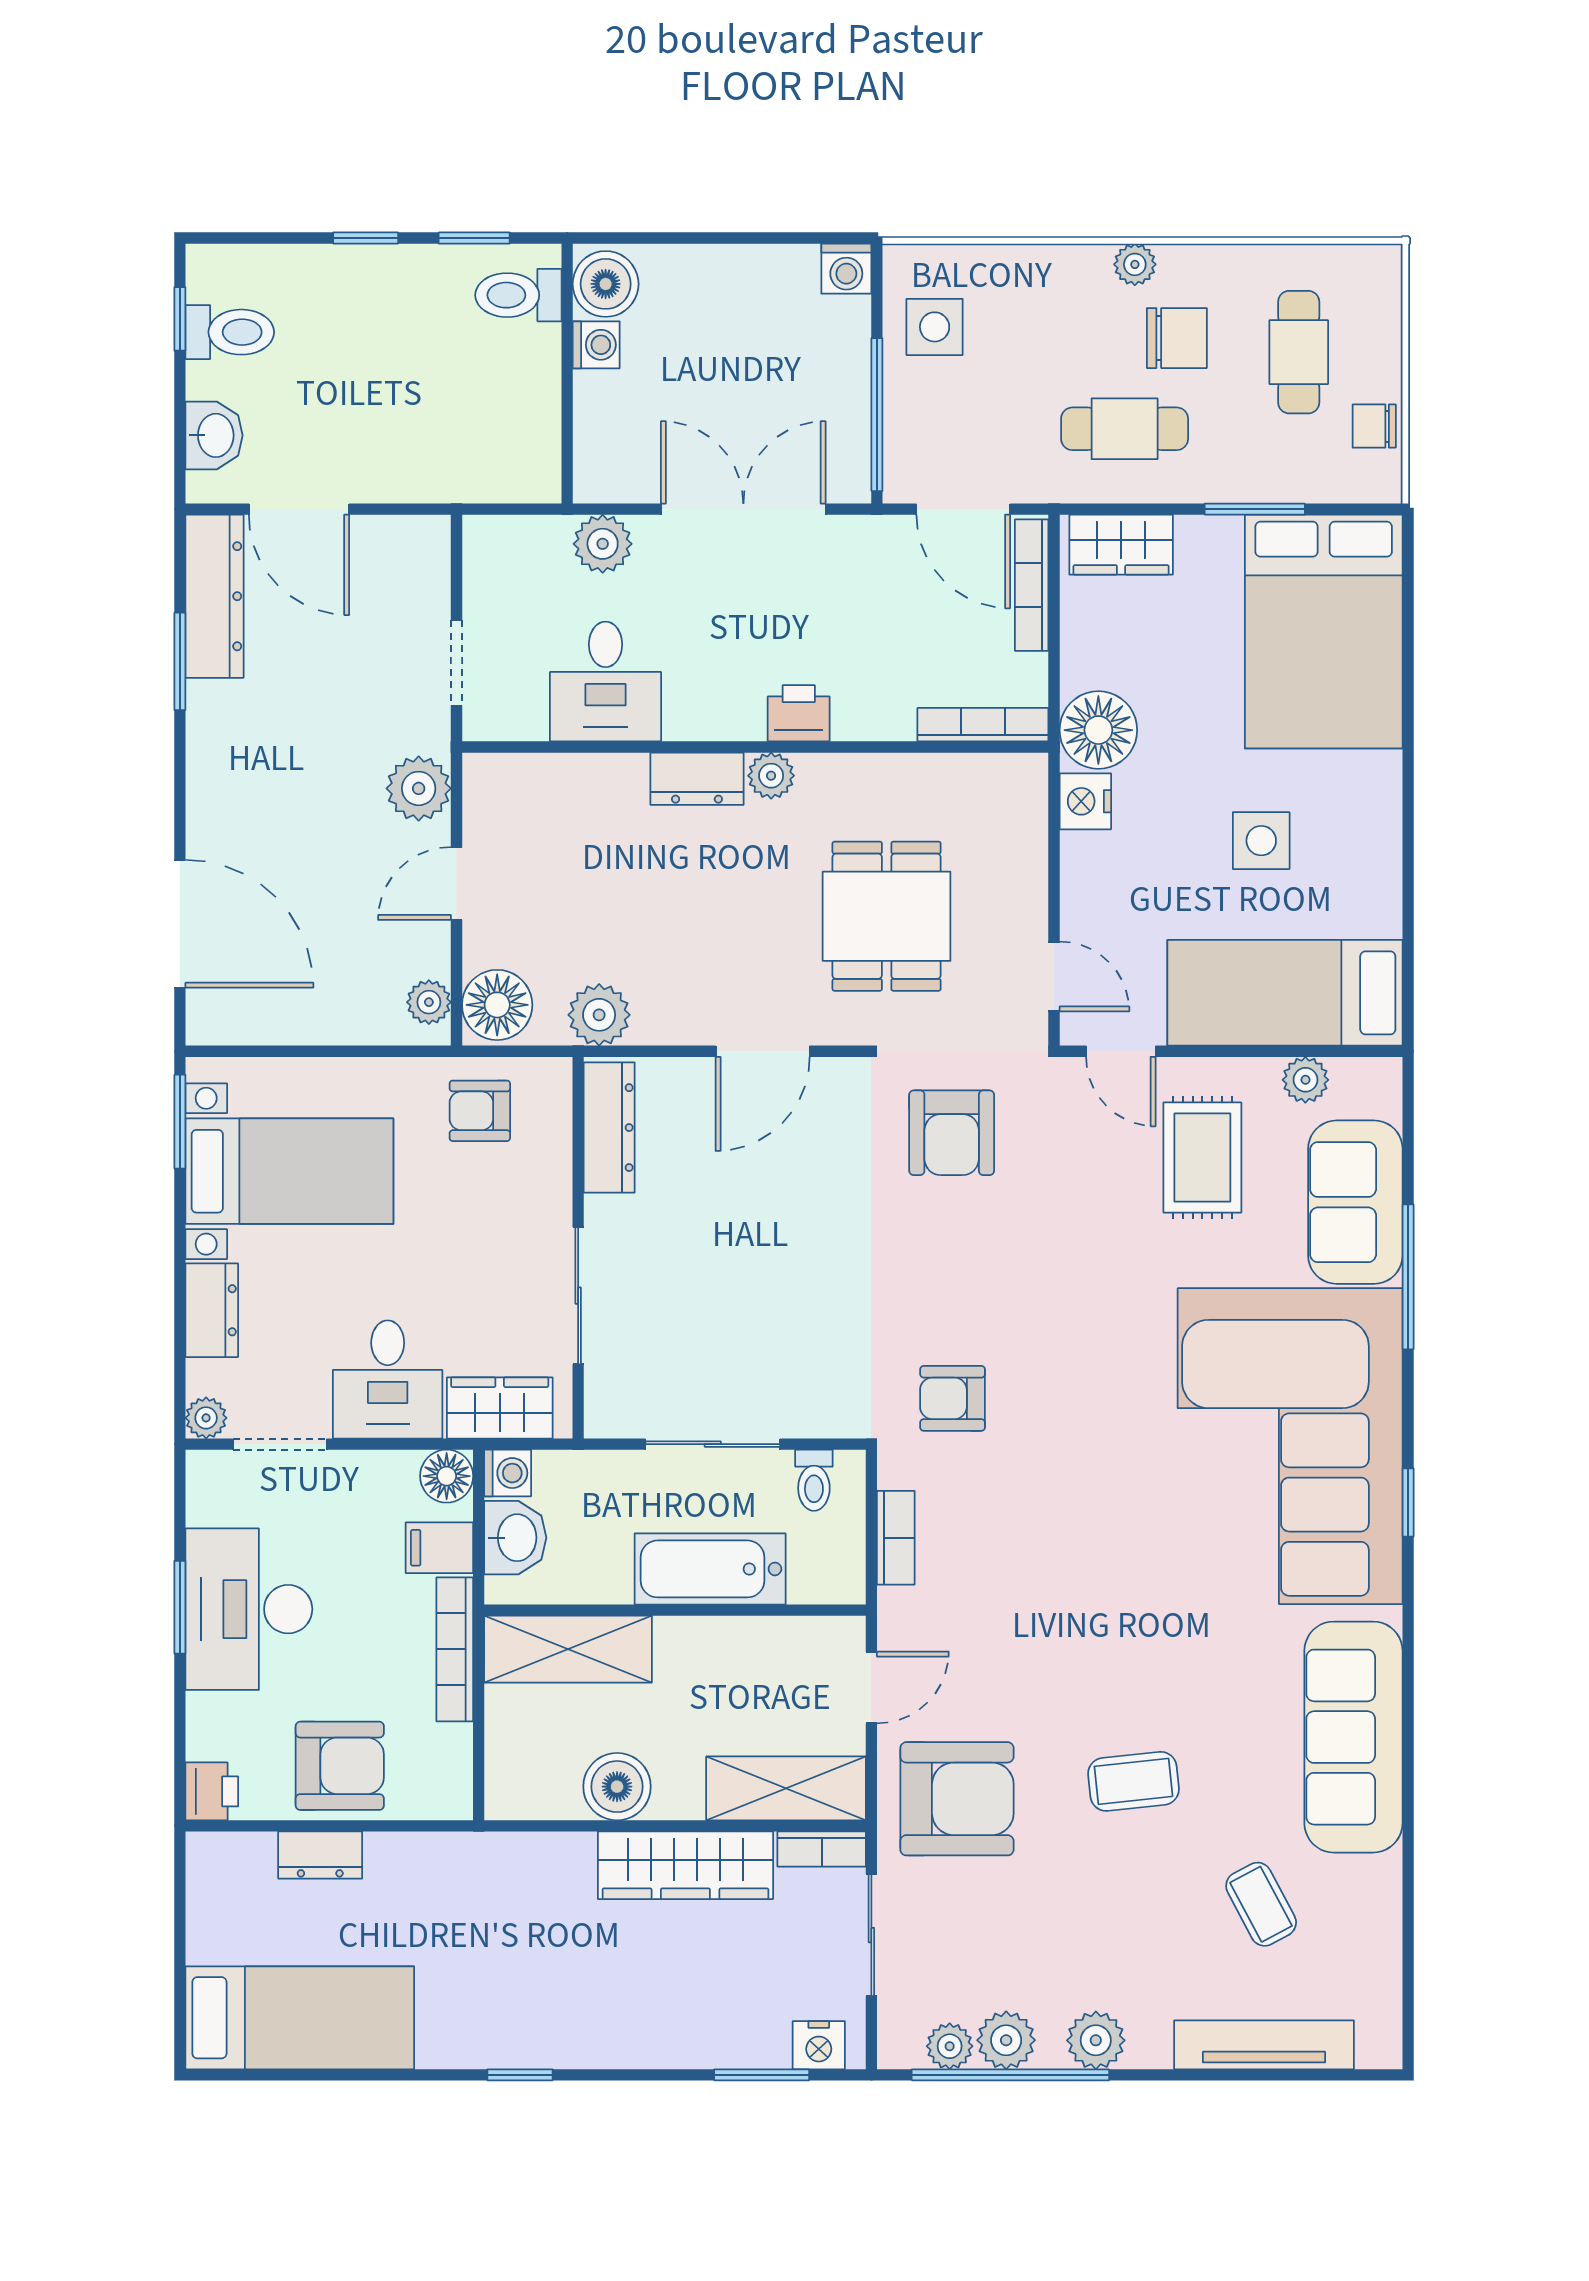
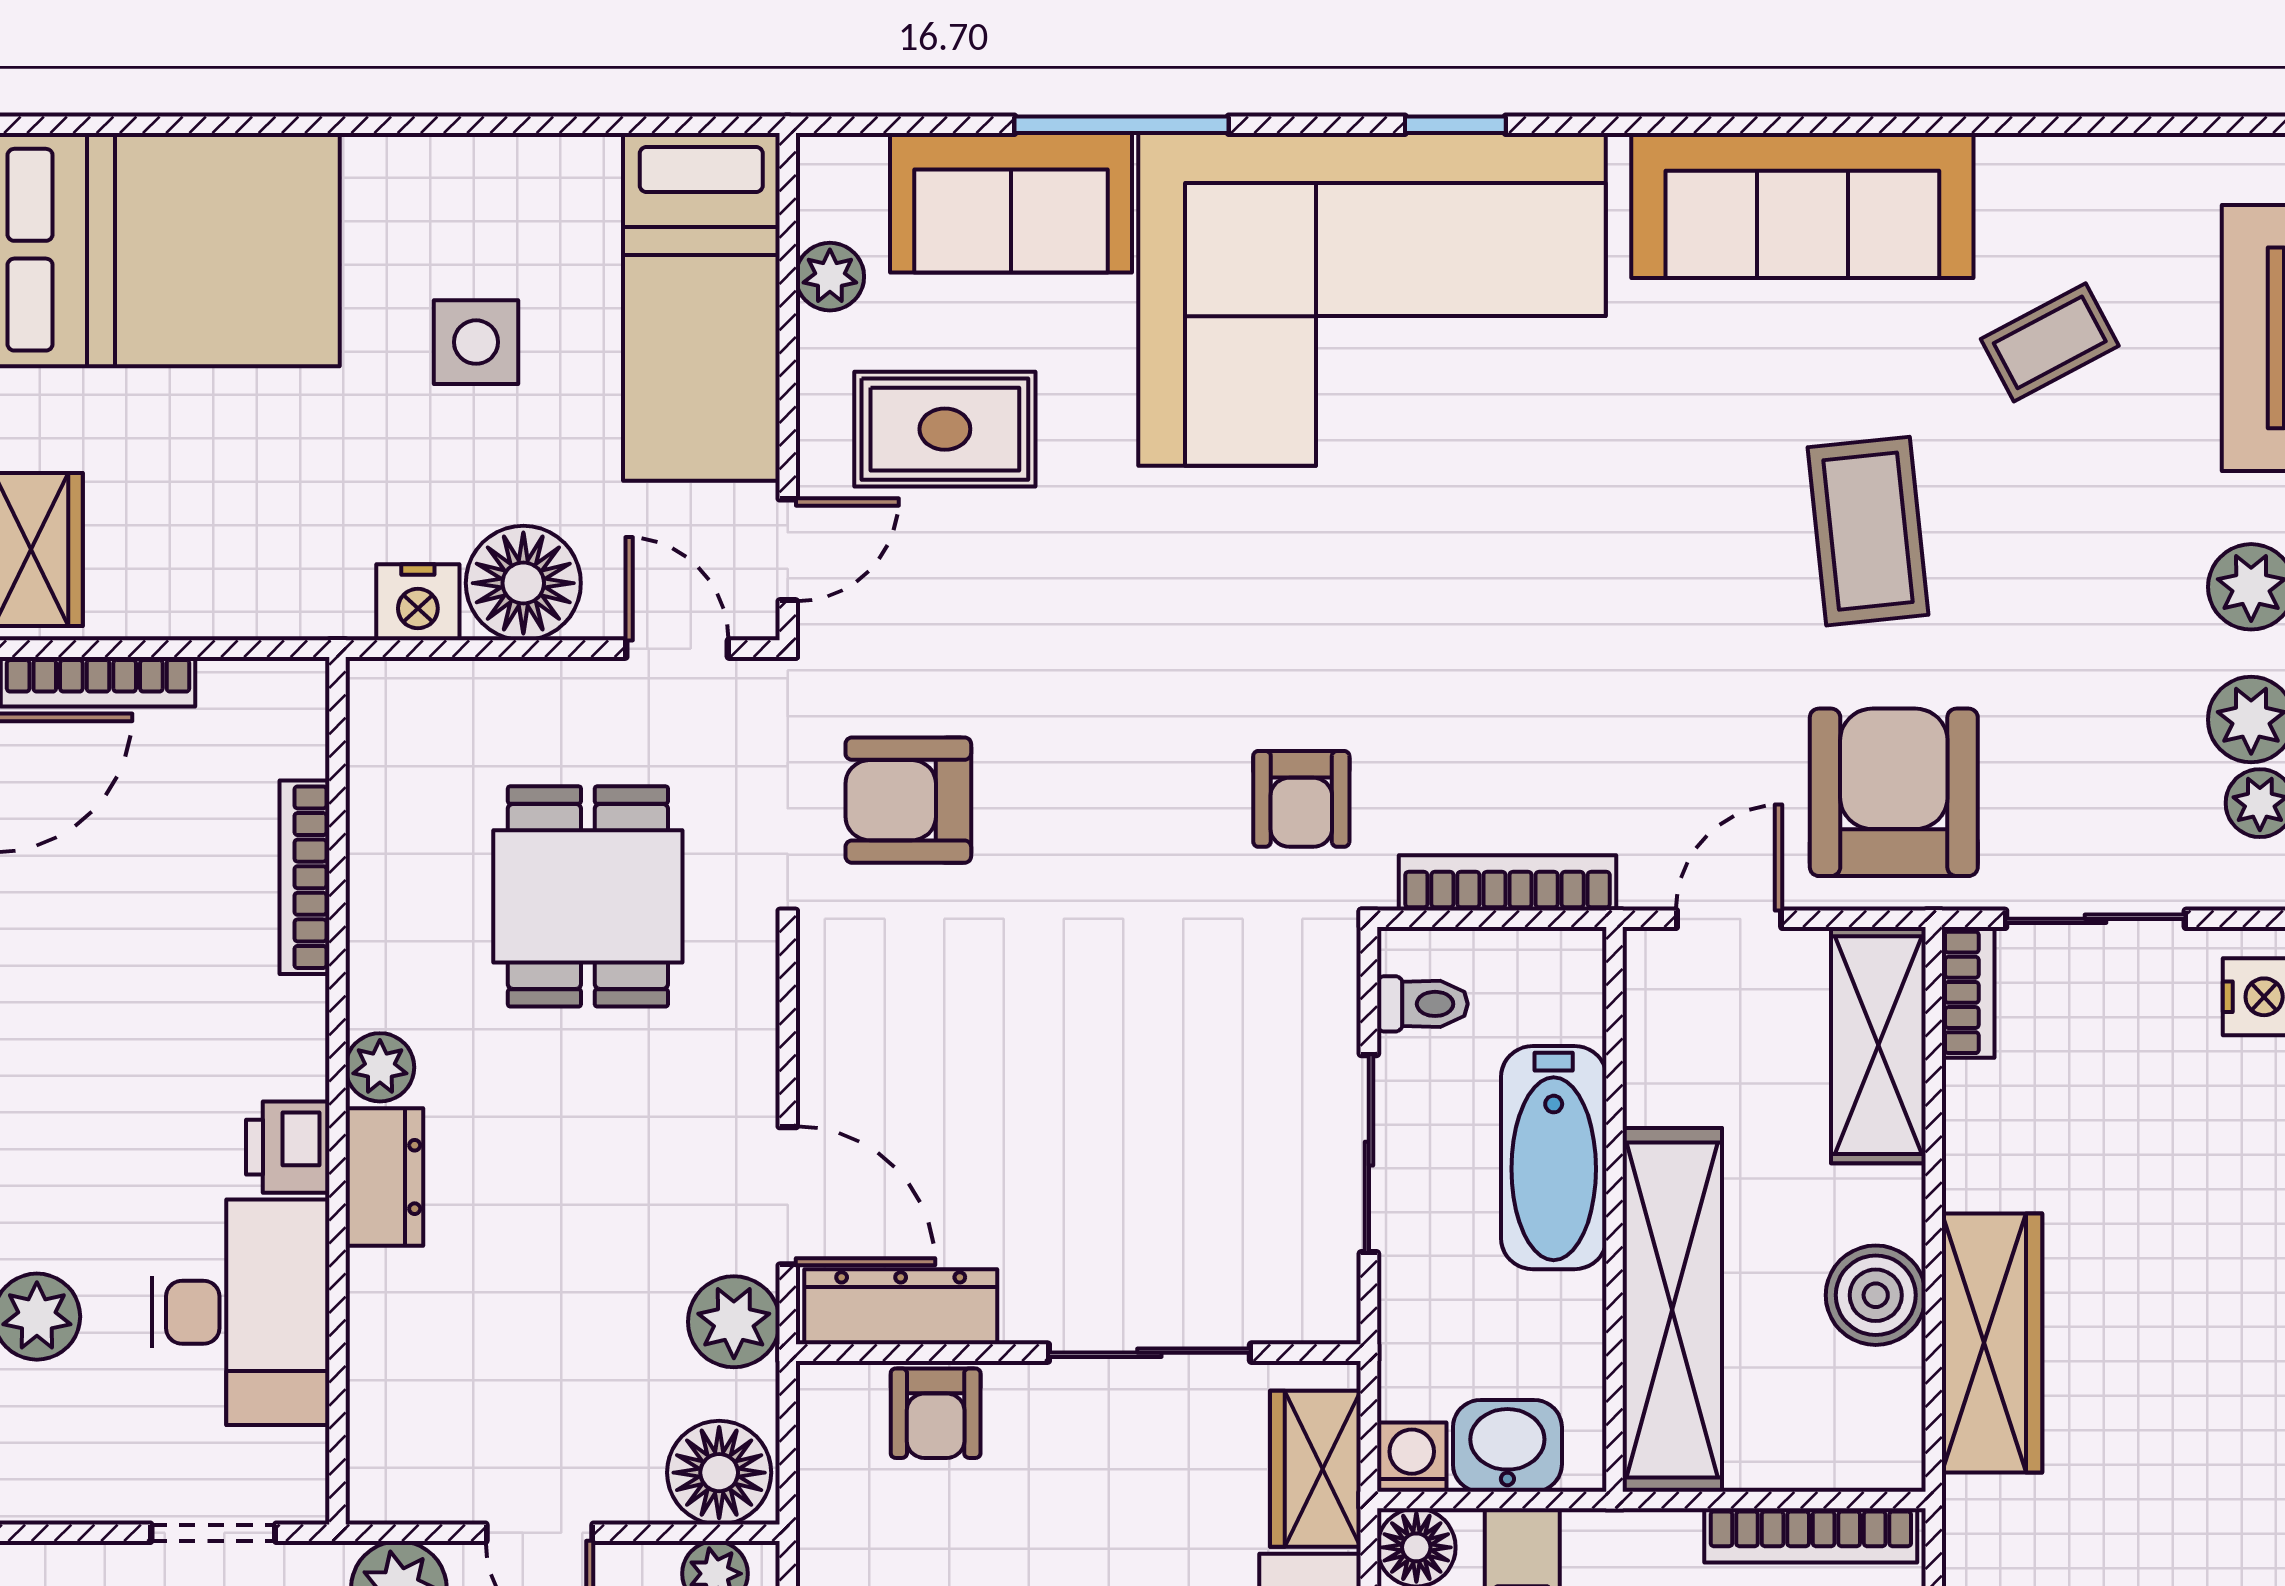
desk: (606, 682) -> (241, 1312), width x1.37
printer: (799, 713) -> (288, 1147), moved
bookcase: (983, 725) -> (304, 877), moved
floor lamp: (1098, 730) -> (523, 583), moved
dining table: (887, 916) -> (588, 896), turned 90
door: (1054, 976) -> (677, 649), hinge flipped
door: (763, 1051) -> (788, 1196), moved
armchair: (480, 1111) -> (936, 1413), moved
armchair: (952, 1133) -> (908, 800), turned 180
bookcase: (896, 1538) -> (1507, 883), width x1.56
bookcase: (455, 1649) -> (1811, 1535), moved
shelving: (568, 1649) -> (1672, 1310), width x1.47
door: (871, 1687) -> (1729, 919), hinge flipped
coffee table: (1133, 1781) -> (1868, 531), width x1.36, depth x1.30
wardrobe: (685, 1865) -> (1992, 1343), moved

